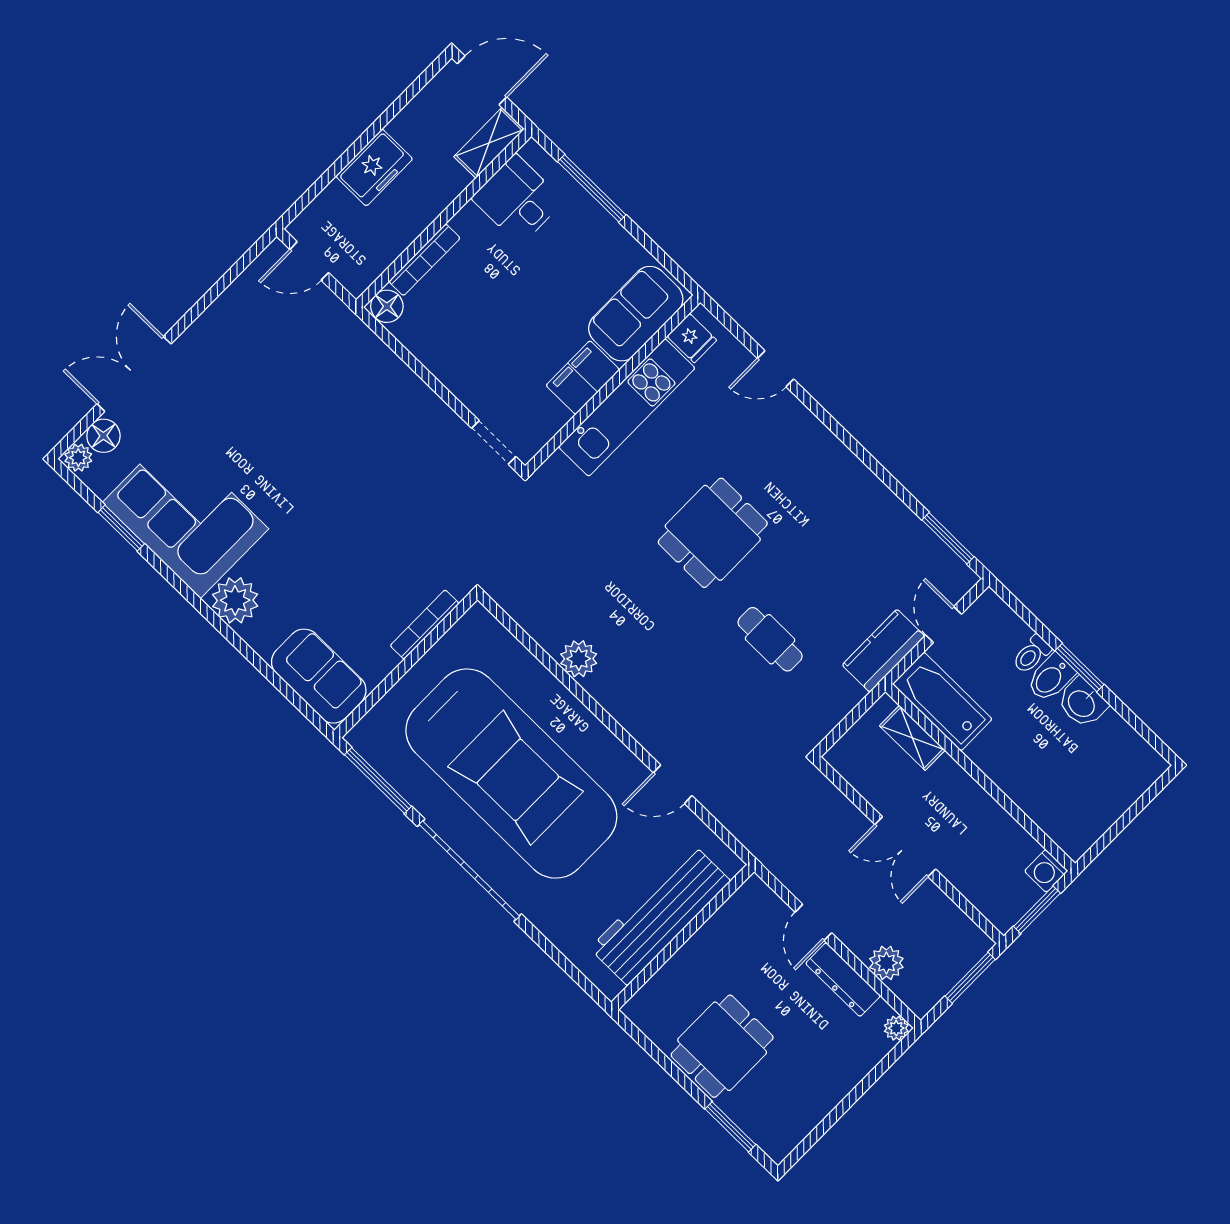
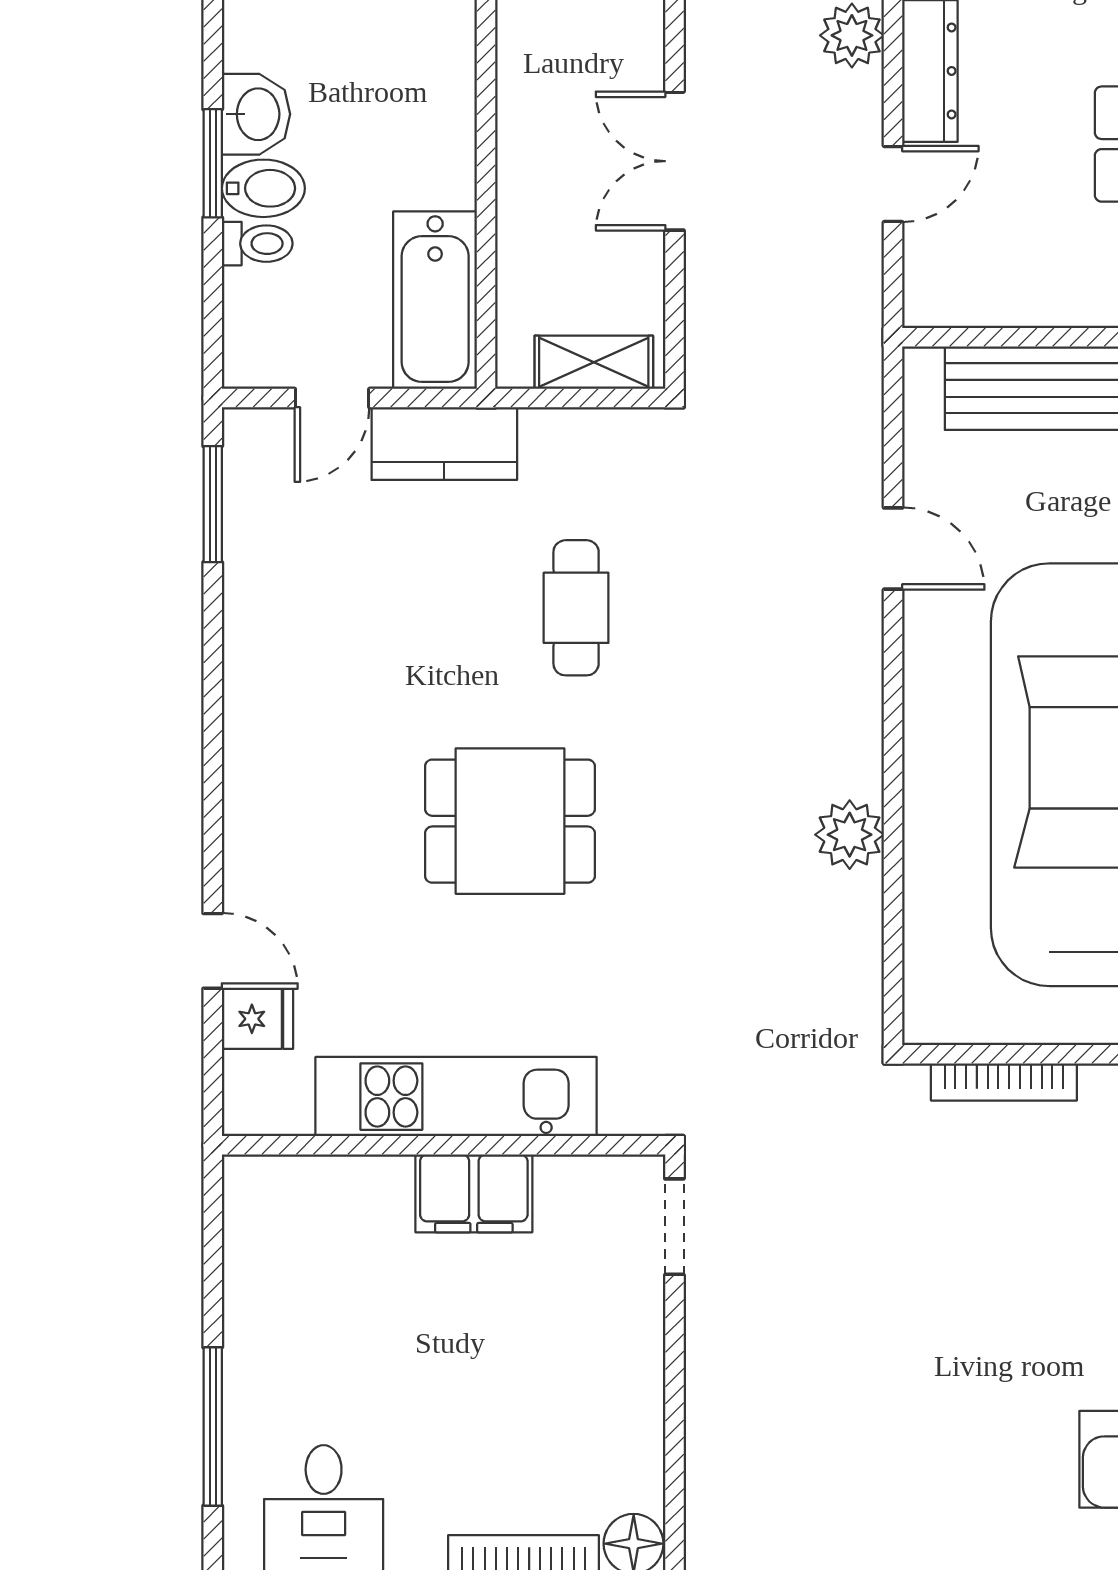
sofa: (636, 314) -> (321, 1206), removed
fridge: (692, 338) -> (257, 1019), moved, turned 90
shelving: (912, 738) -> (594, 362), moved, turned 90
double door: (905, 847) -> (674, 161), swing flipped

